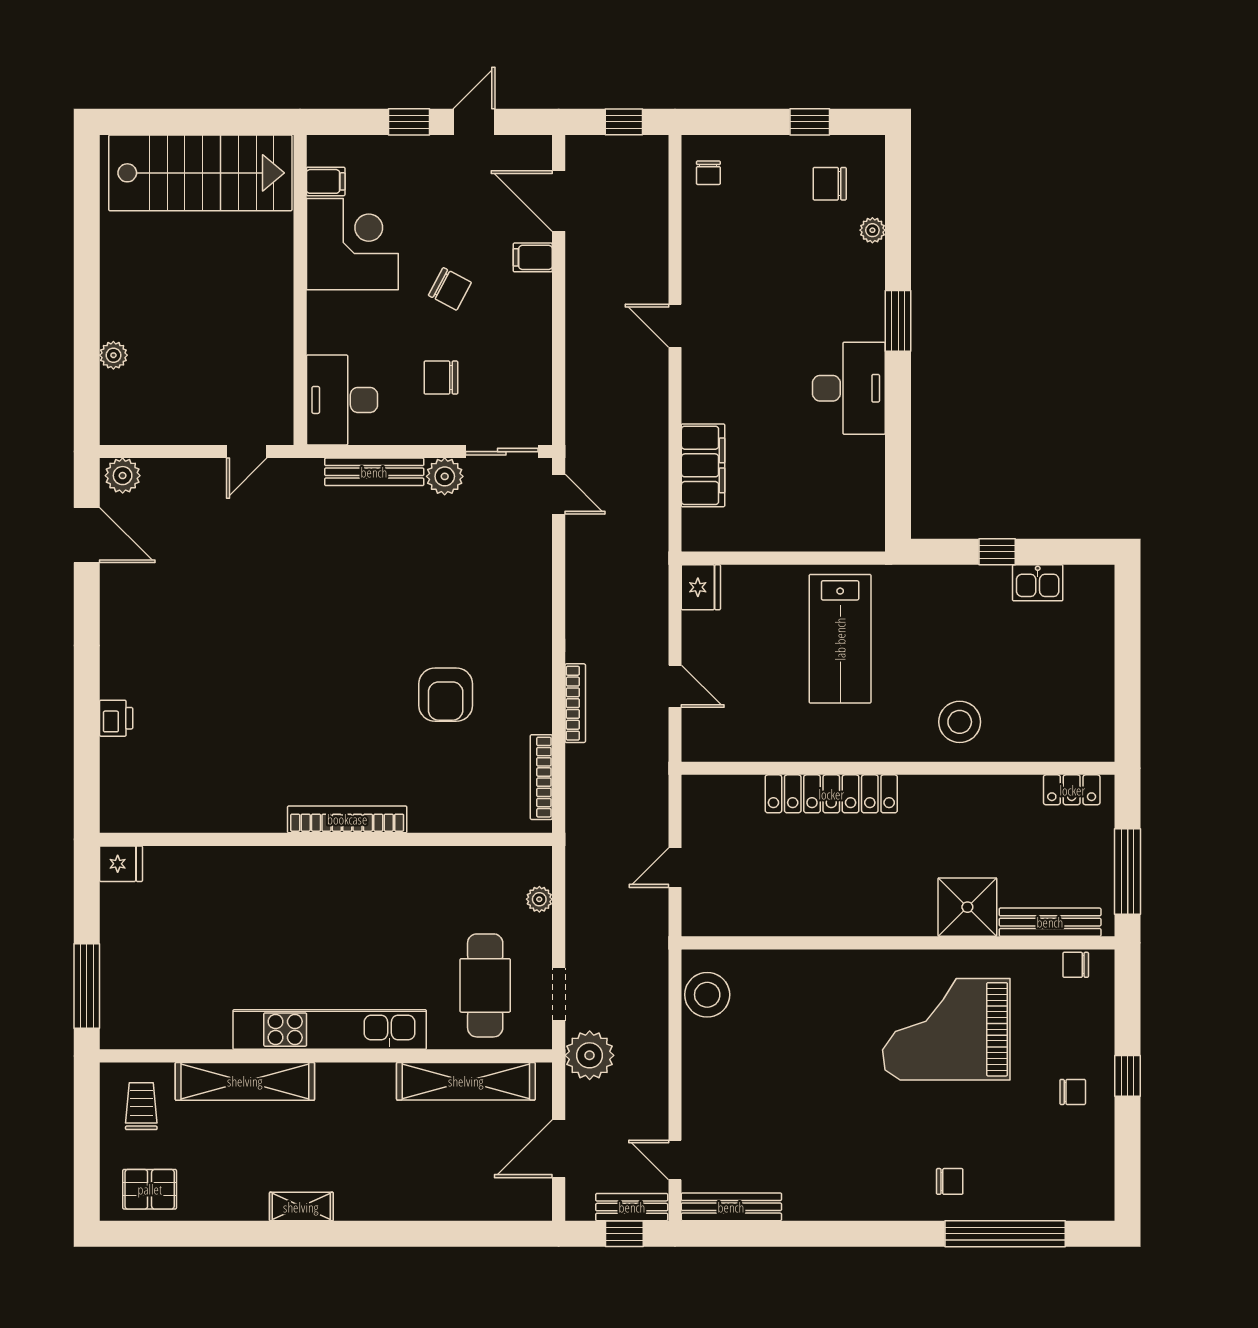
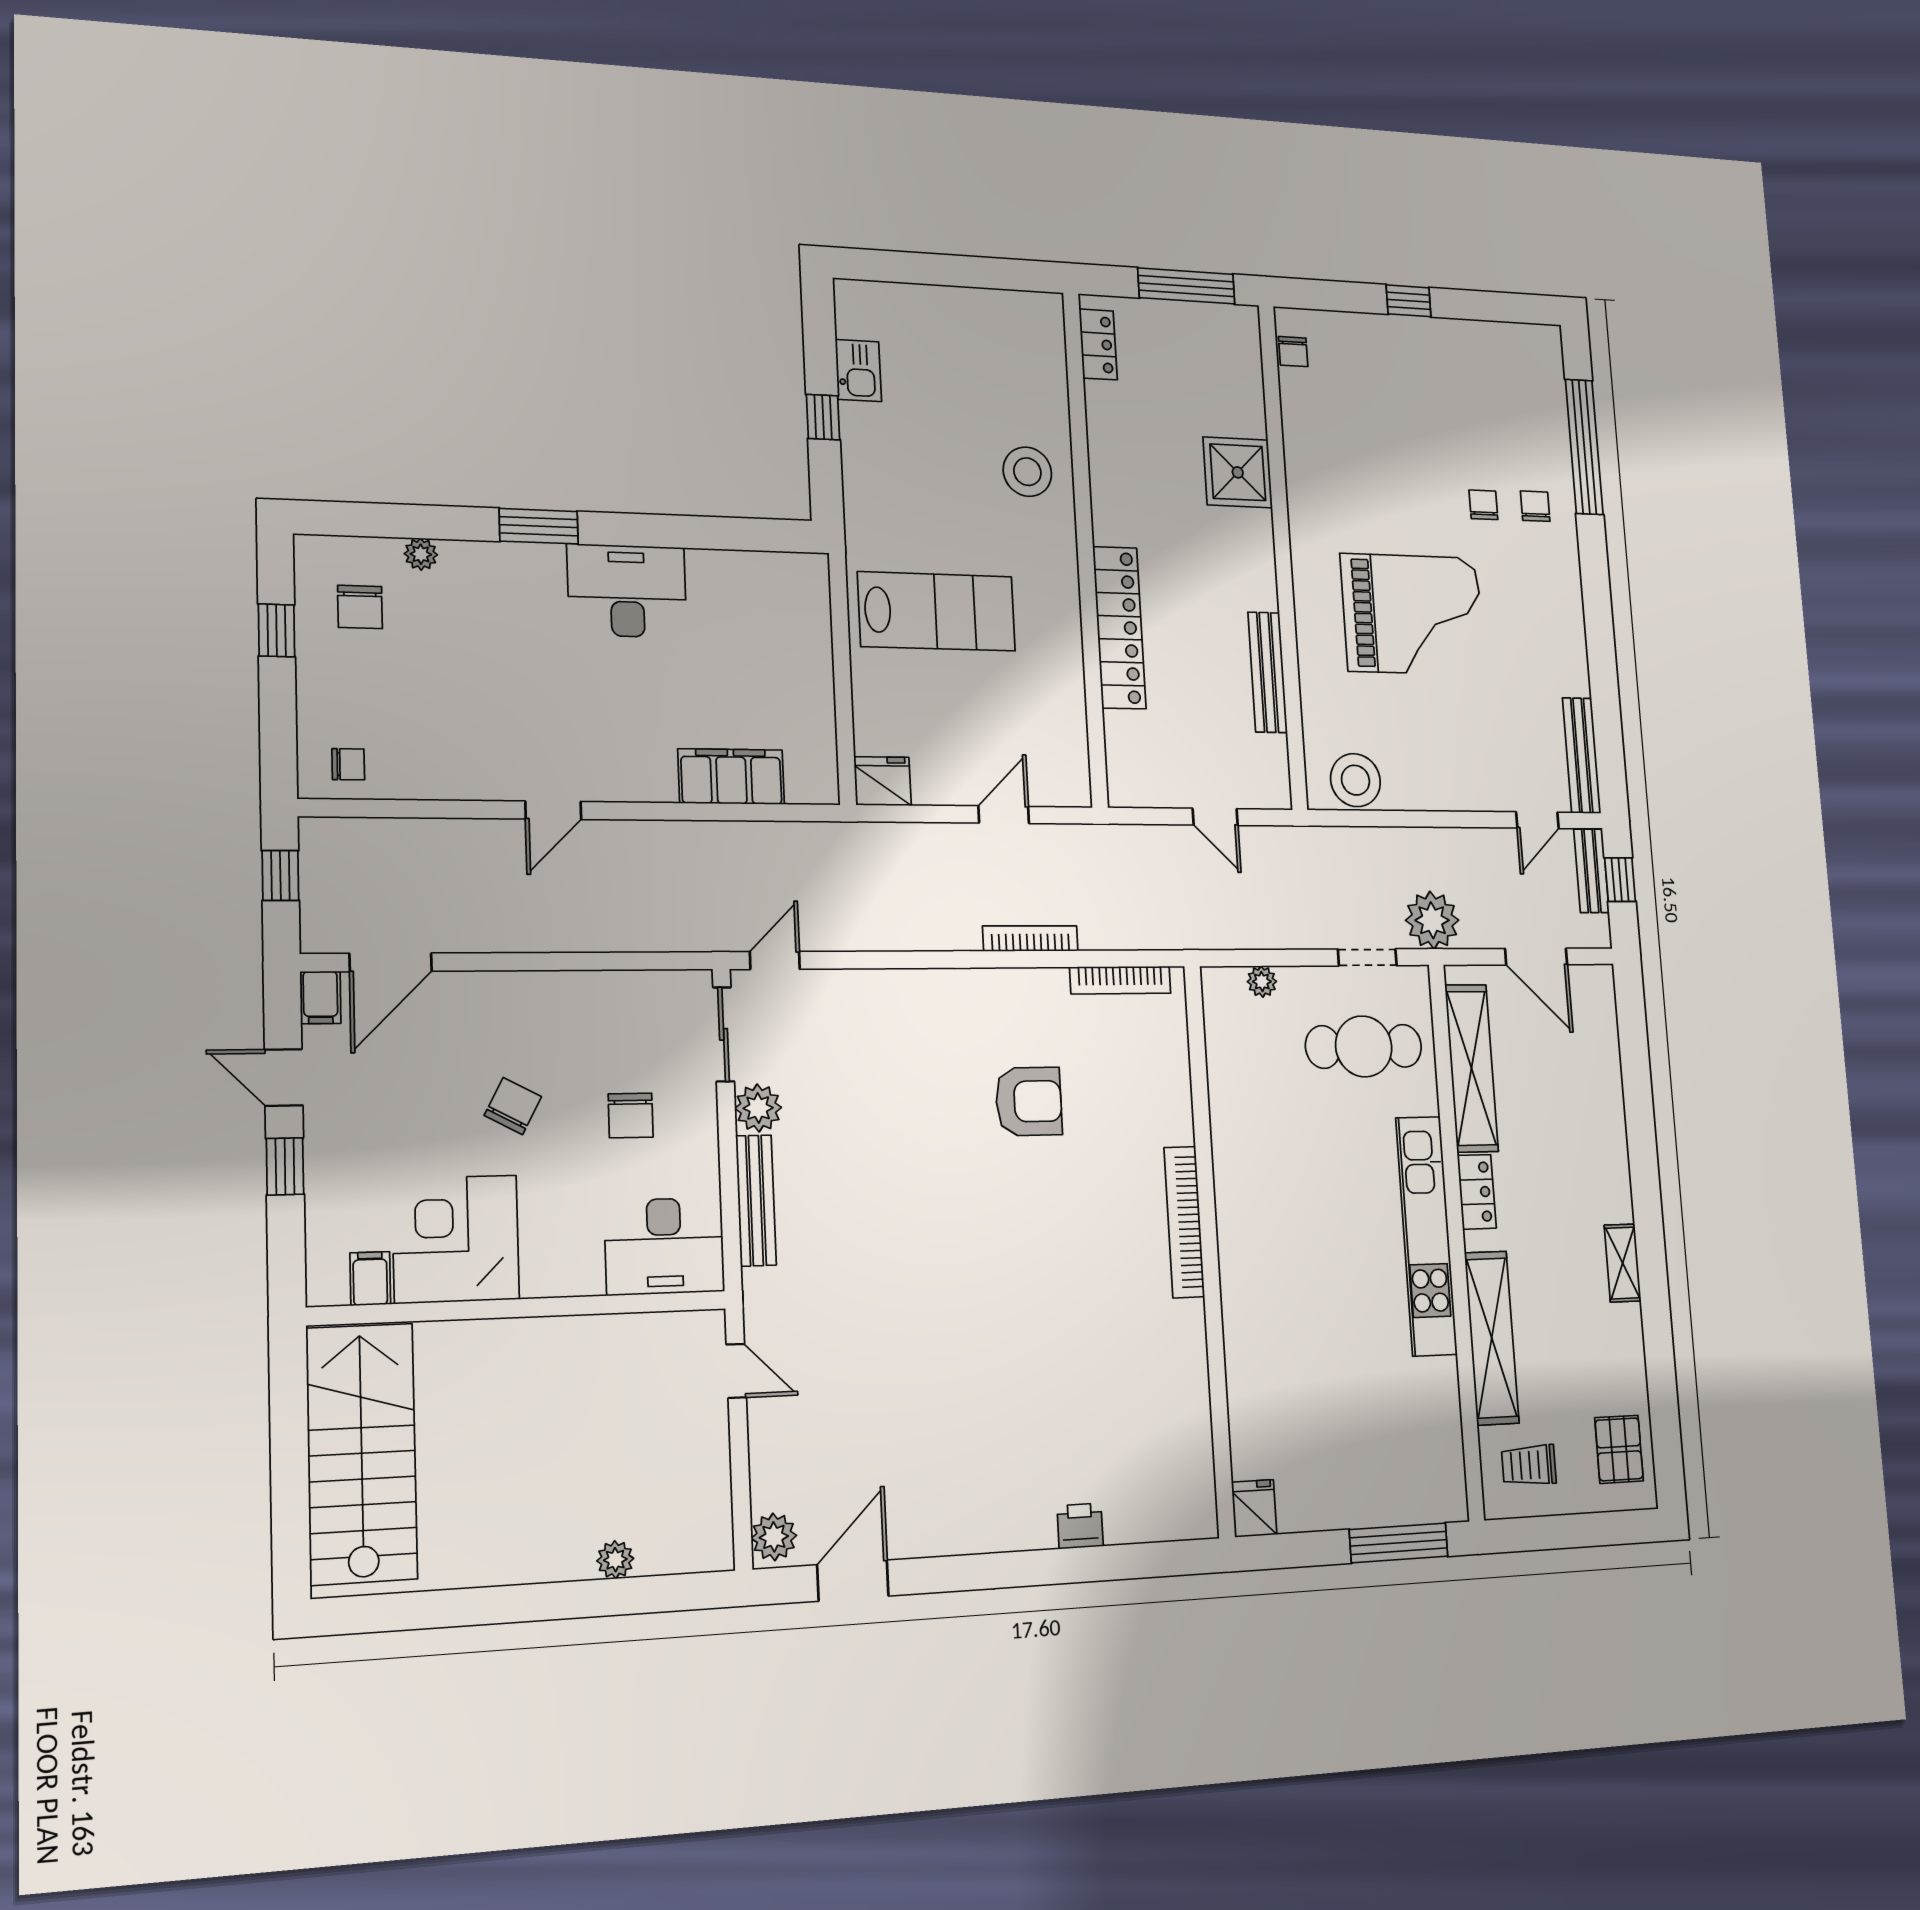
filing cabinet: (533, 257) -> (320, 997), moved
bench: (1050, 922) -> (1268, 672), moved
grand piano: (946, 1029) -> (1413, 614), moved, turned -90
locker: (364, 1078) -> (1477, 1192), added
chair: (1073, 1092) -> (1483, 505), moved

